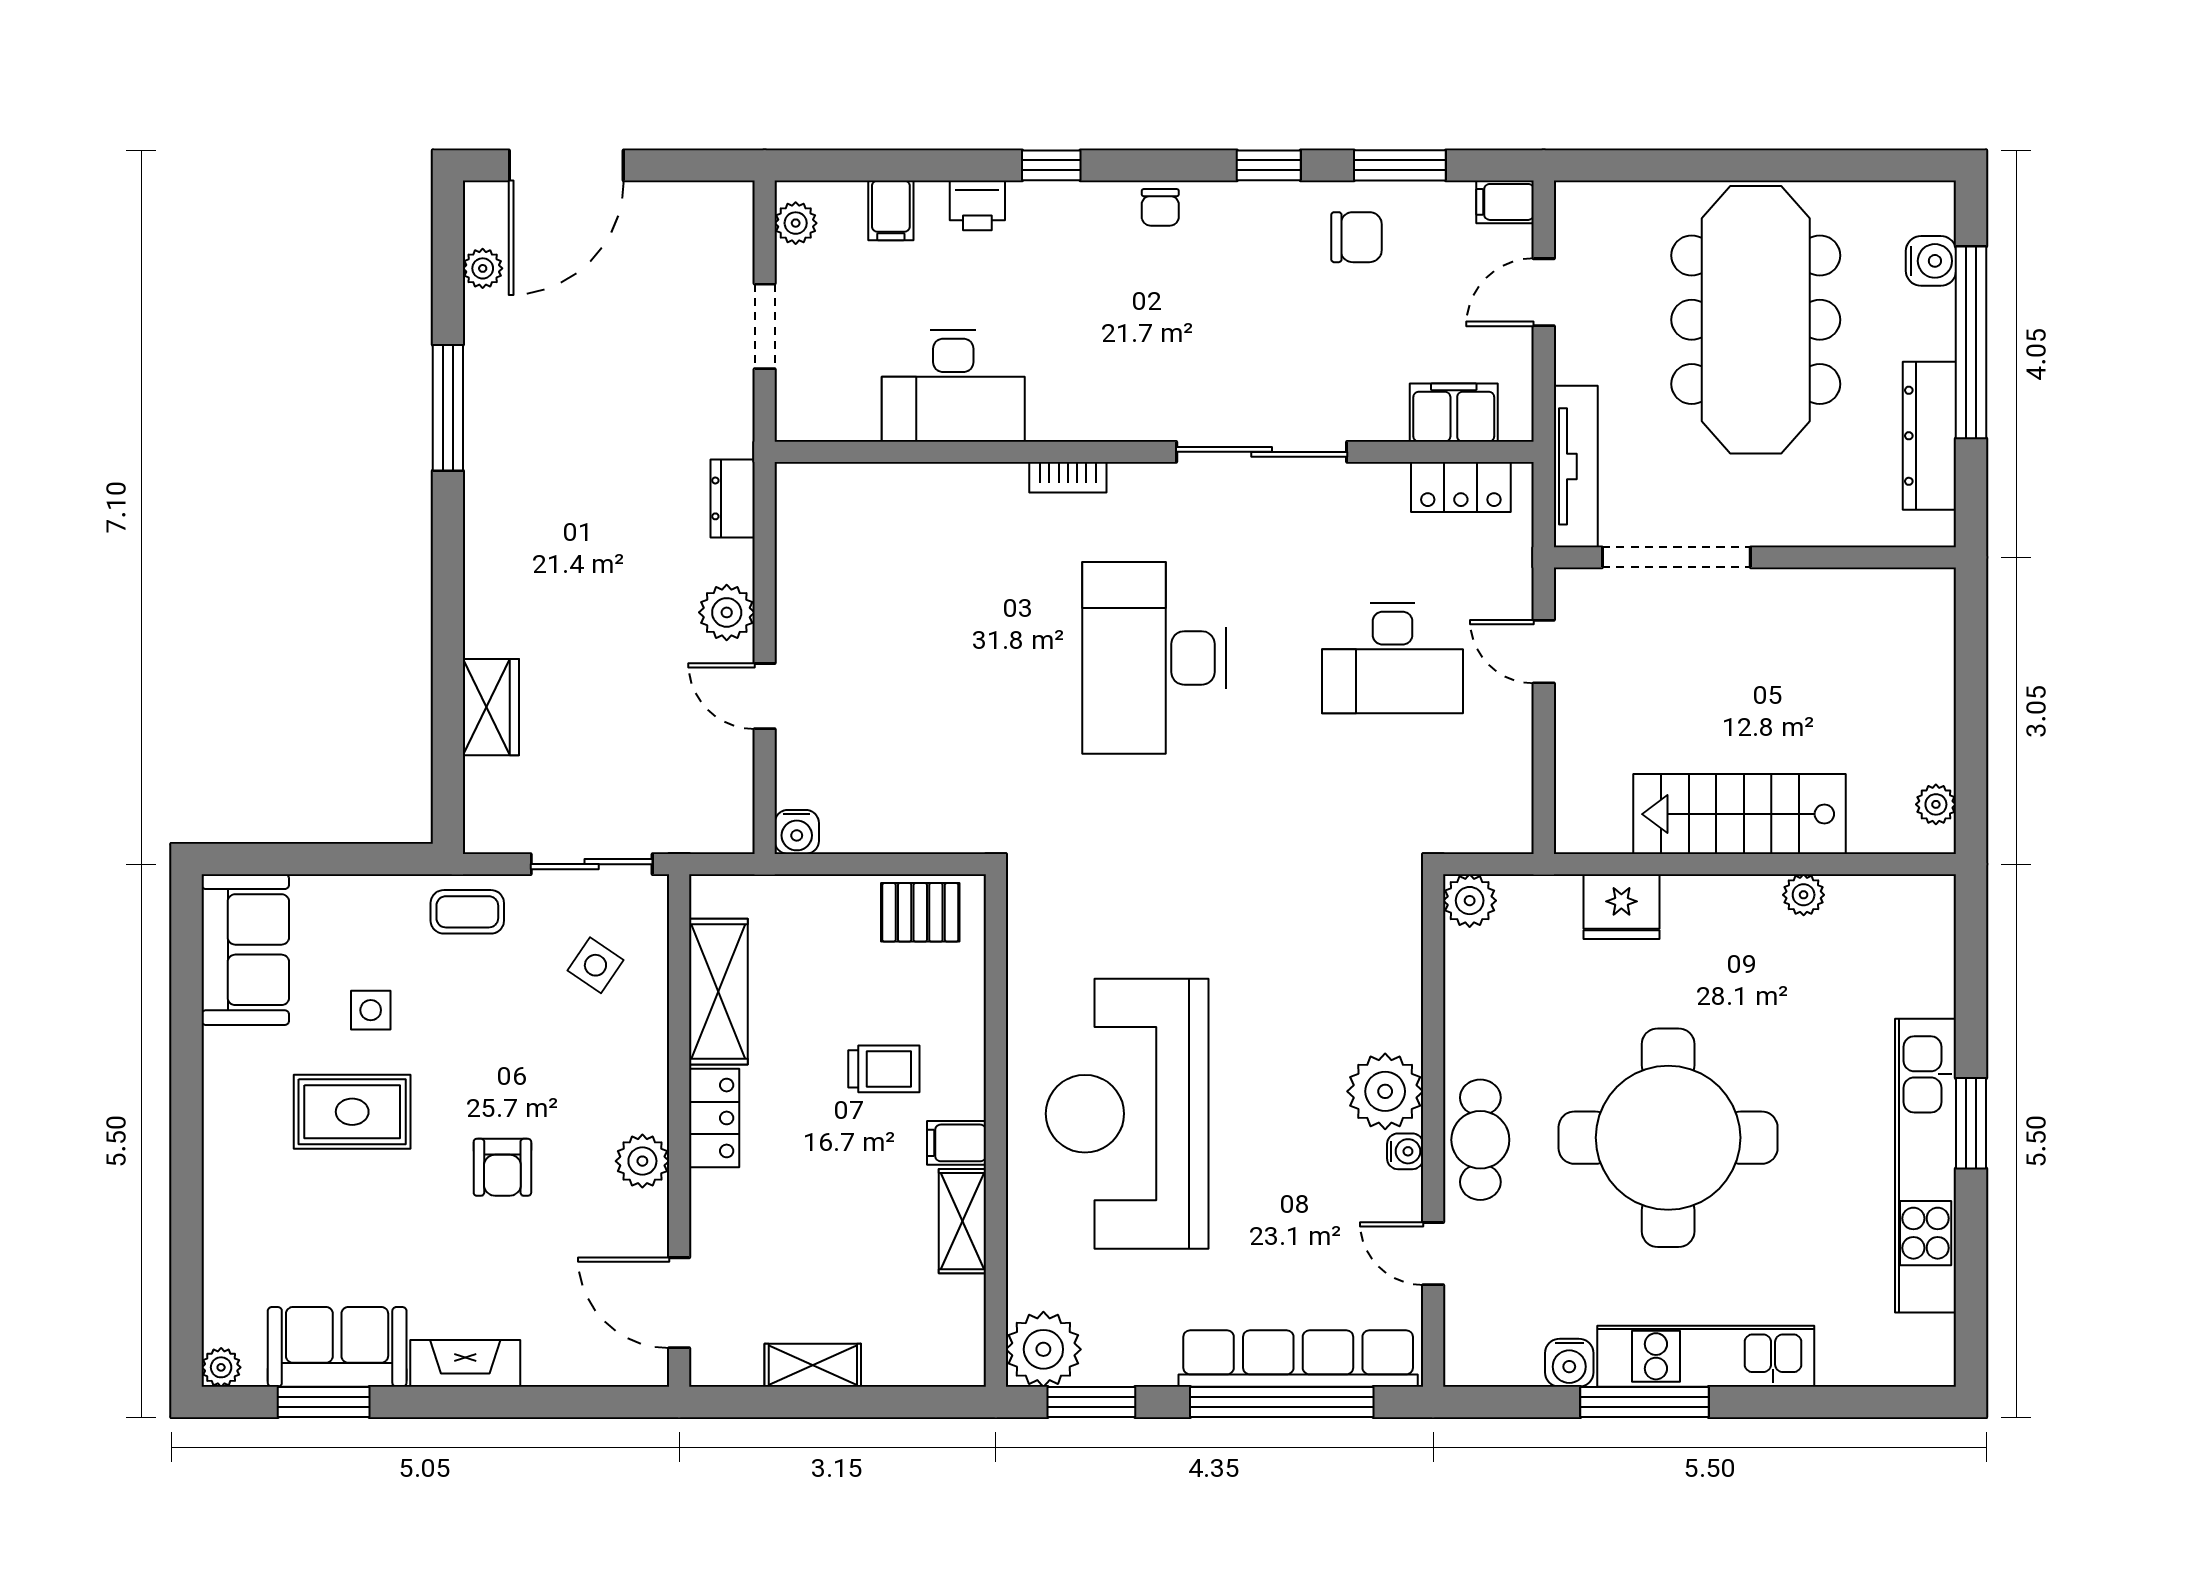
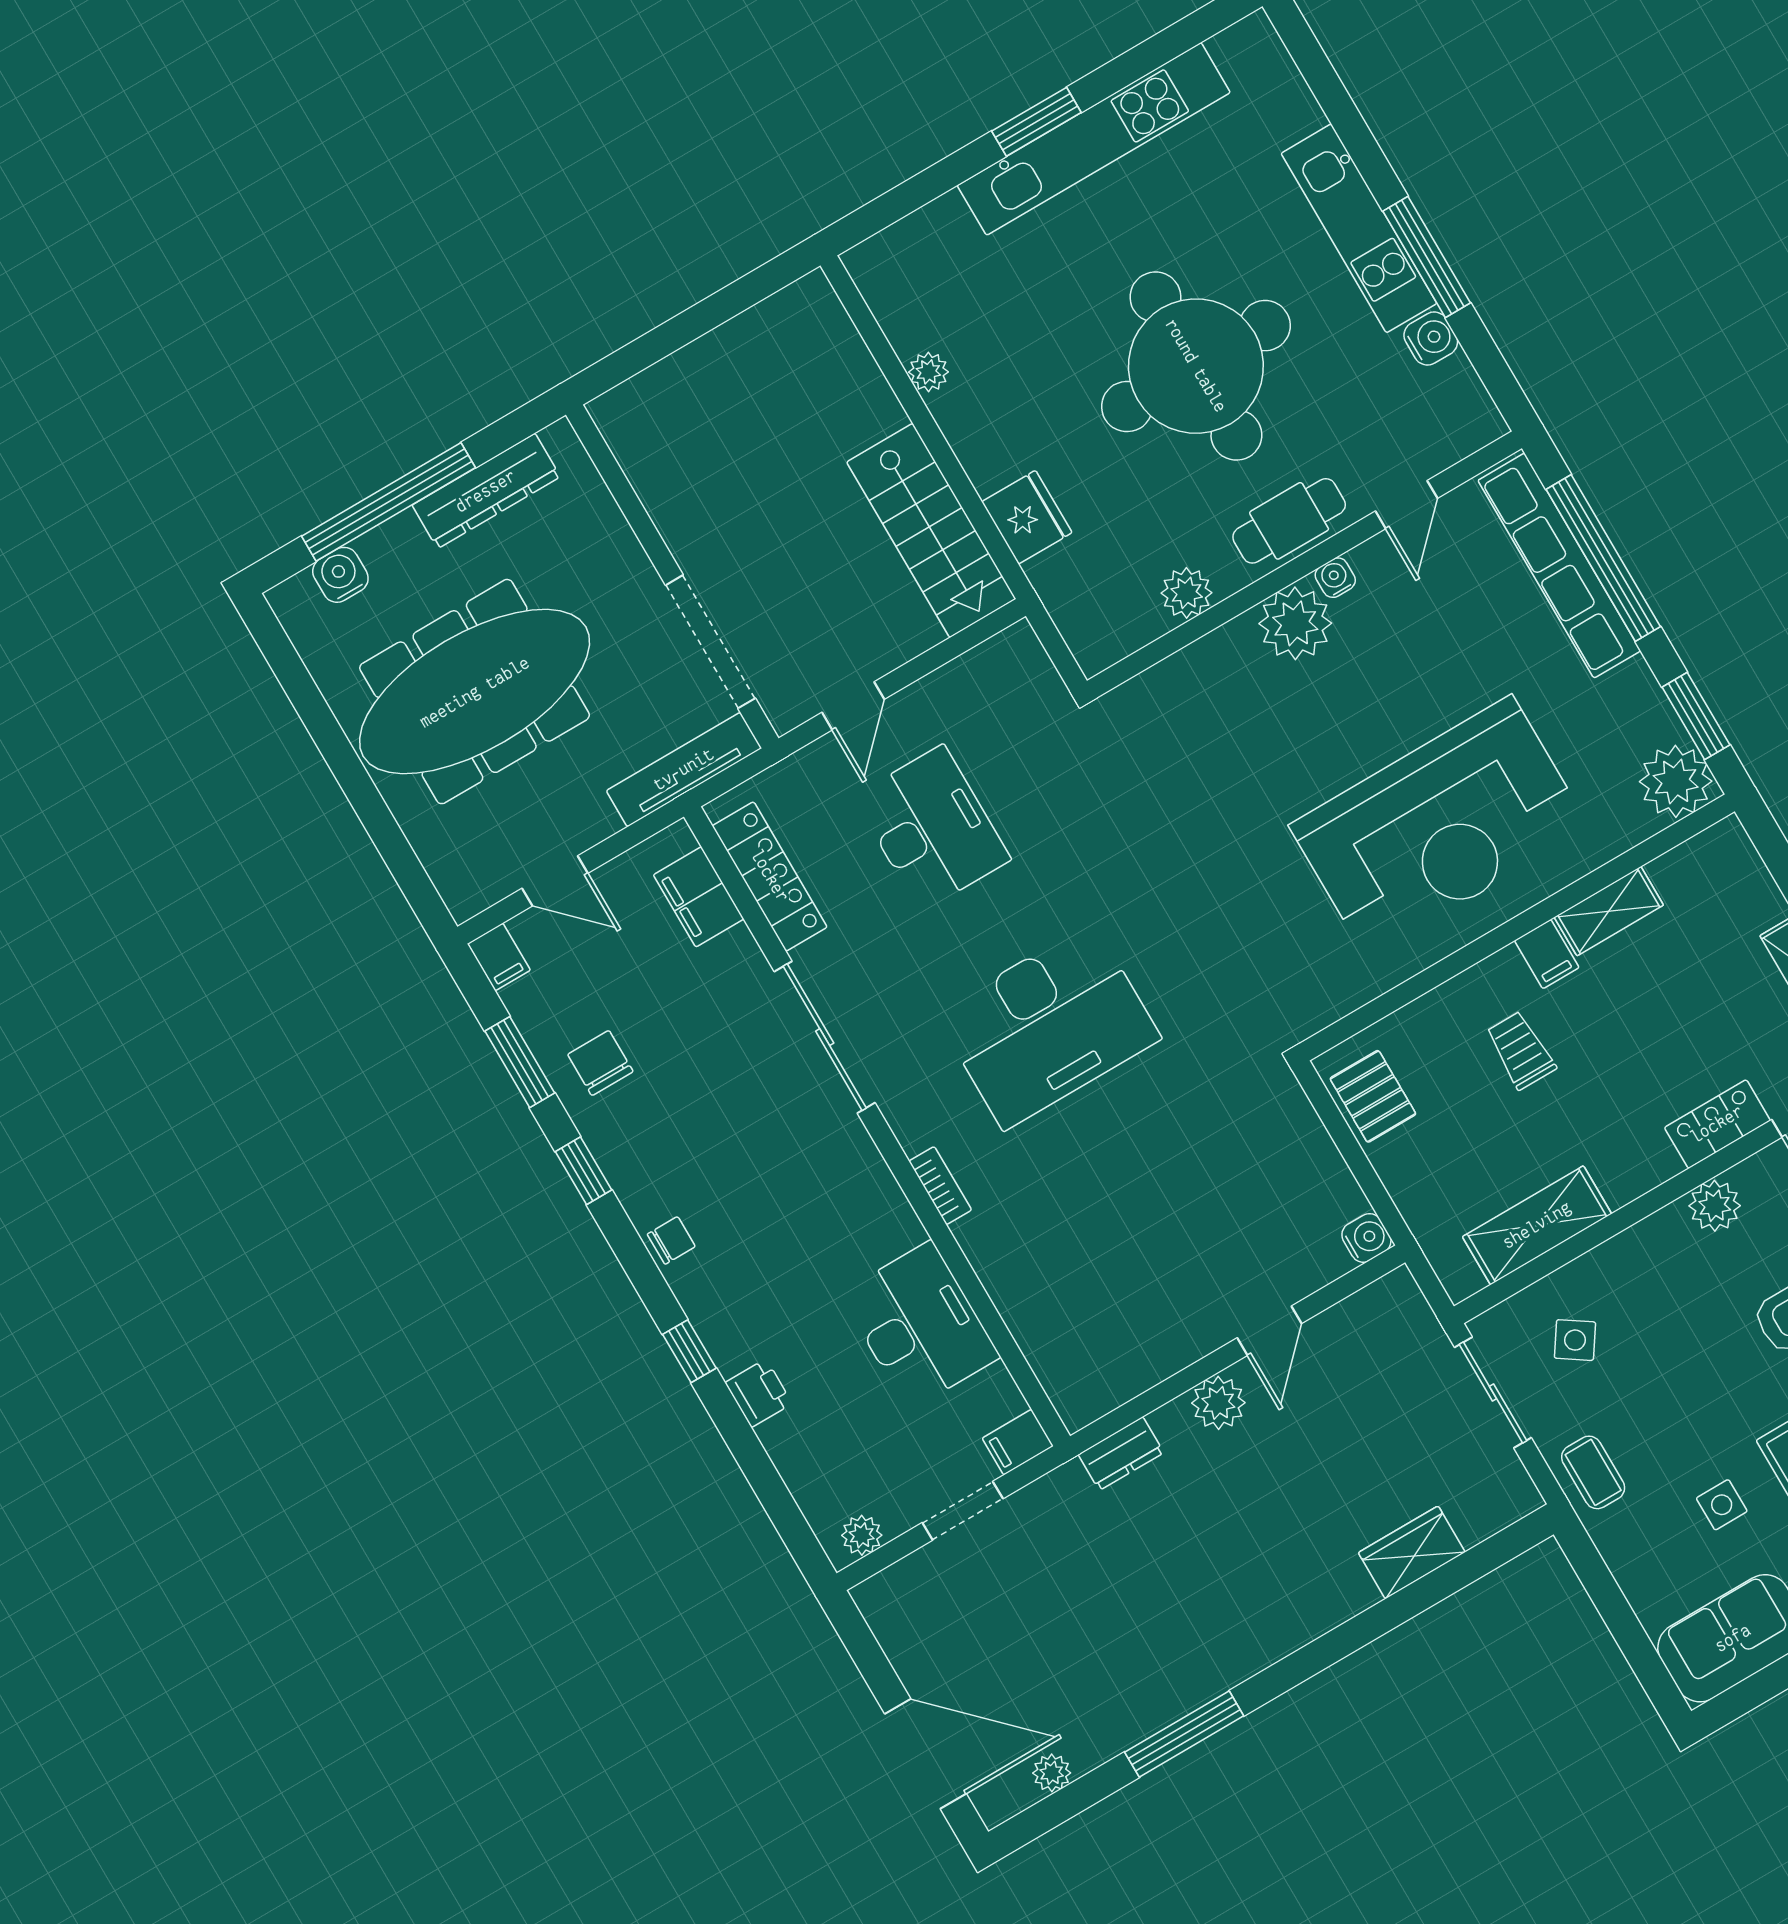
filing cabinet: (891, 210) -> (1018, 1442), moved, turned 180
locker: (1461, 487) -> (770, 876), width x1.53
plant: (1936, 804) -> (789, 306), removed
stairs: (1739, 814) -> (931, 530), moved
plant: (1470, 901) -> (1187, 593), moved
locker: (714, 1118) -> (1717, 1124), moved

